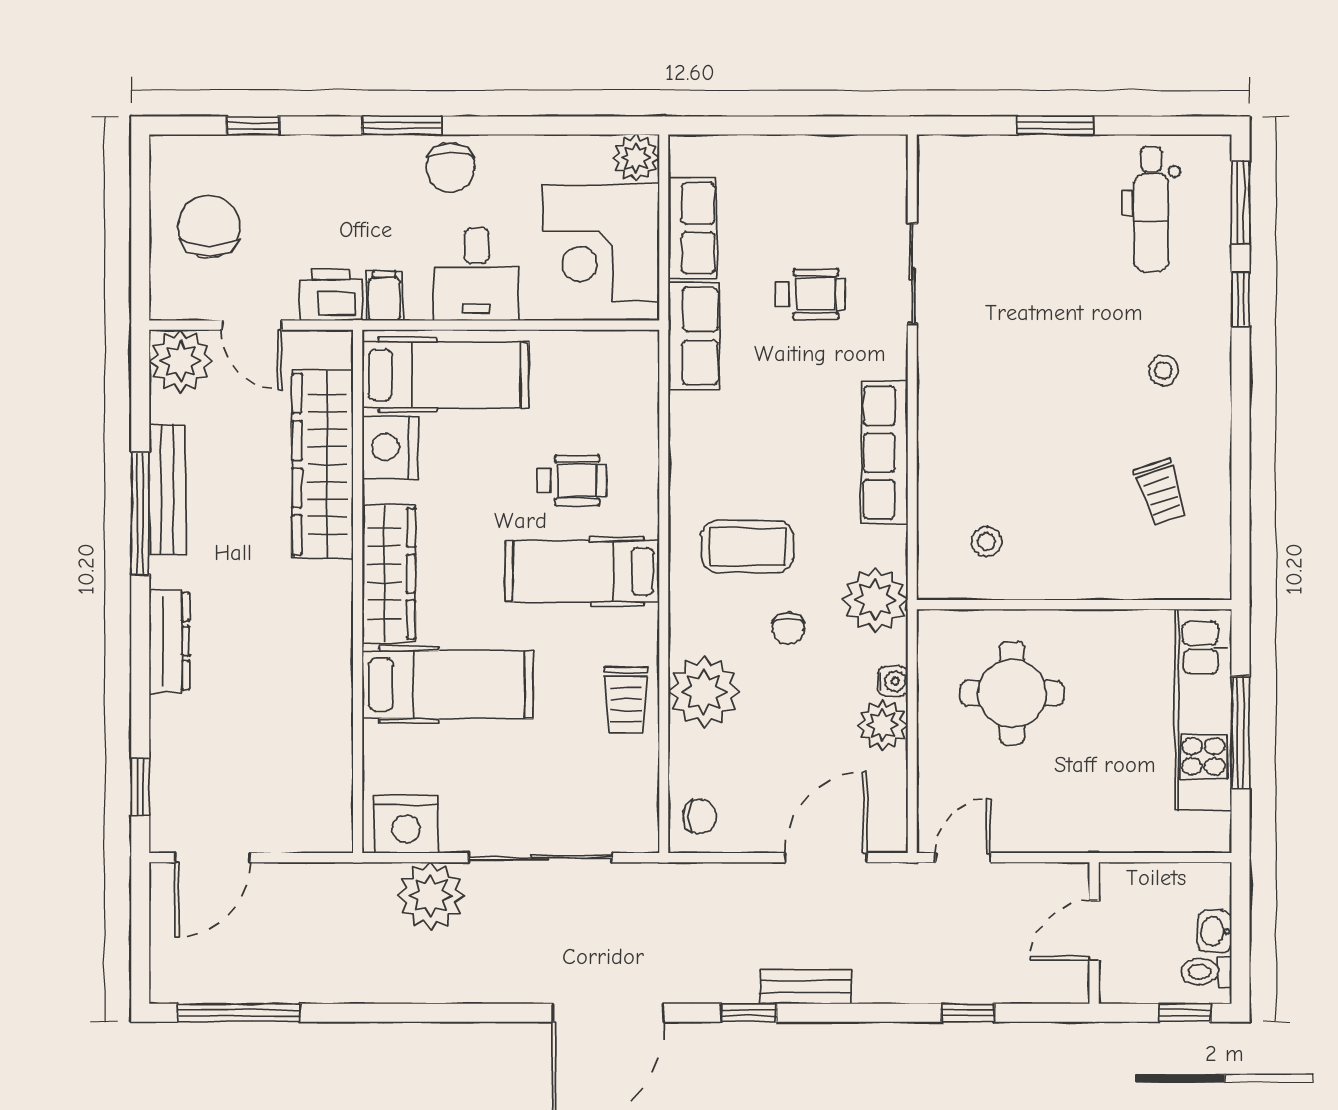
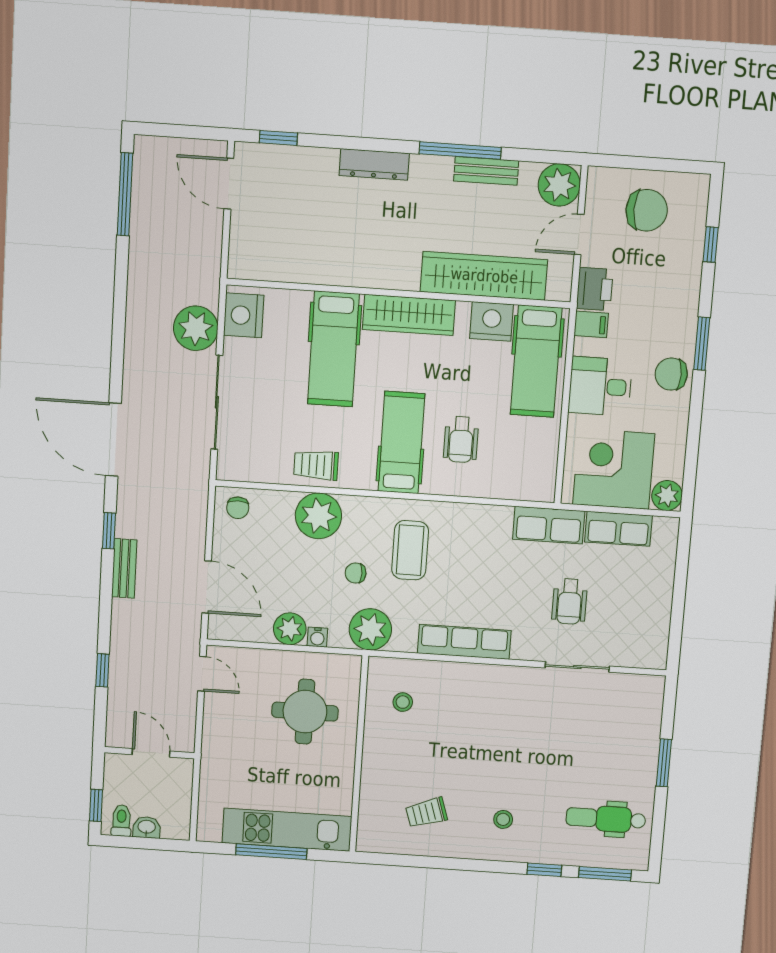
bench: (167, 490) -> (486, 171), width x0.73

